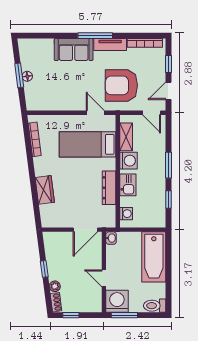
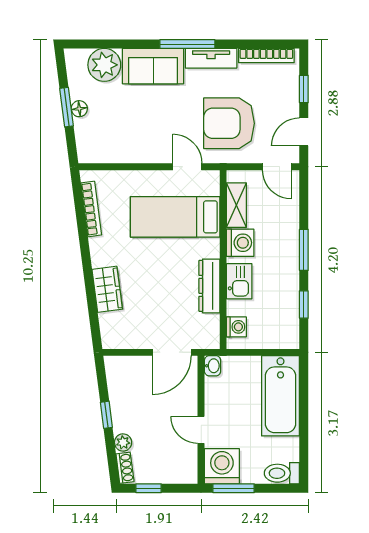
plant: (43, 49) -> (104, 65), added

